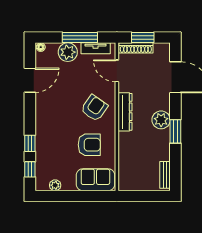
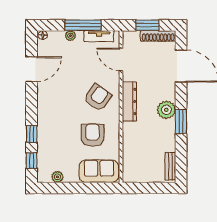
shoe rack: (136, 48) -> (158, 36), moved
plant: (68, 52) -> (70, 36), width x0.53, depth x0.53
armchair: (89, 145) -> (93, 135), turned -90

